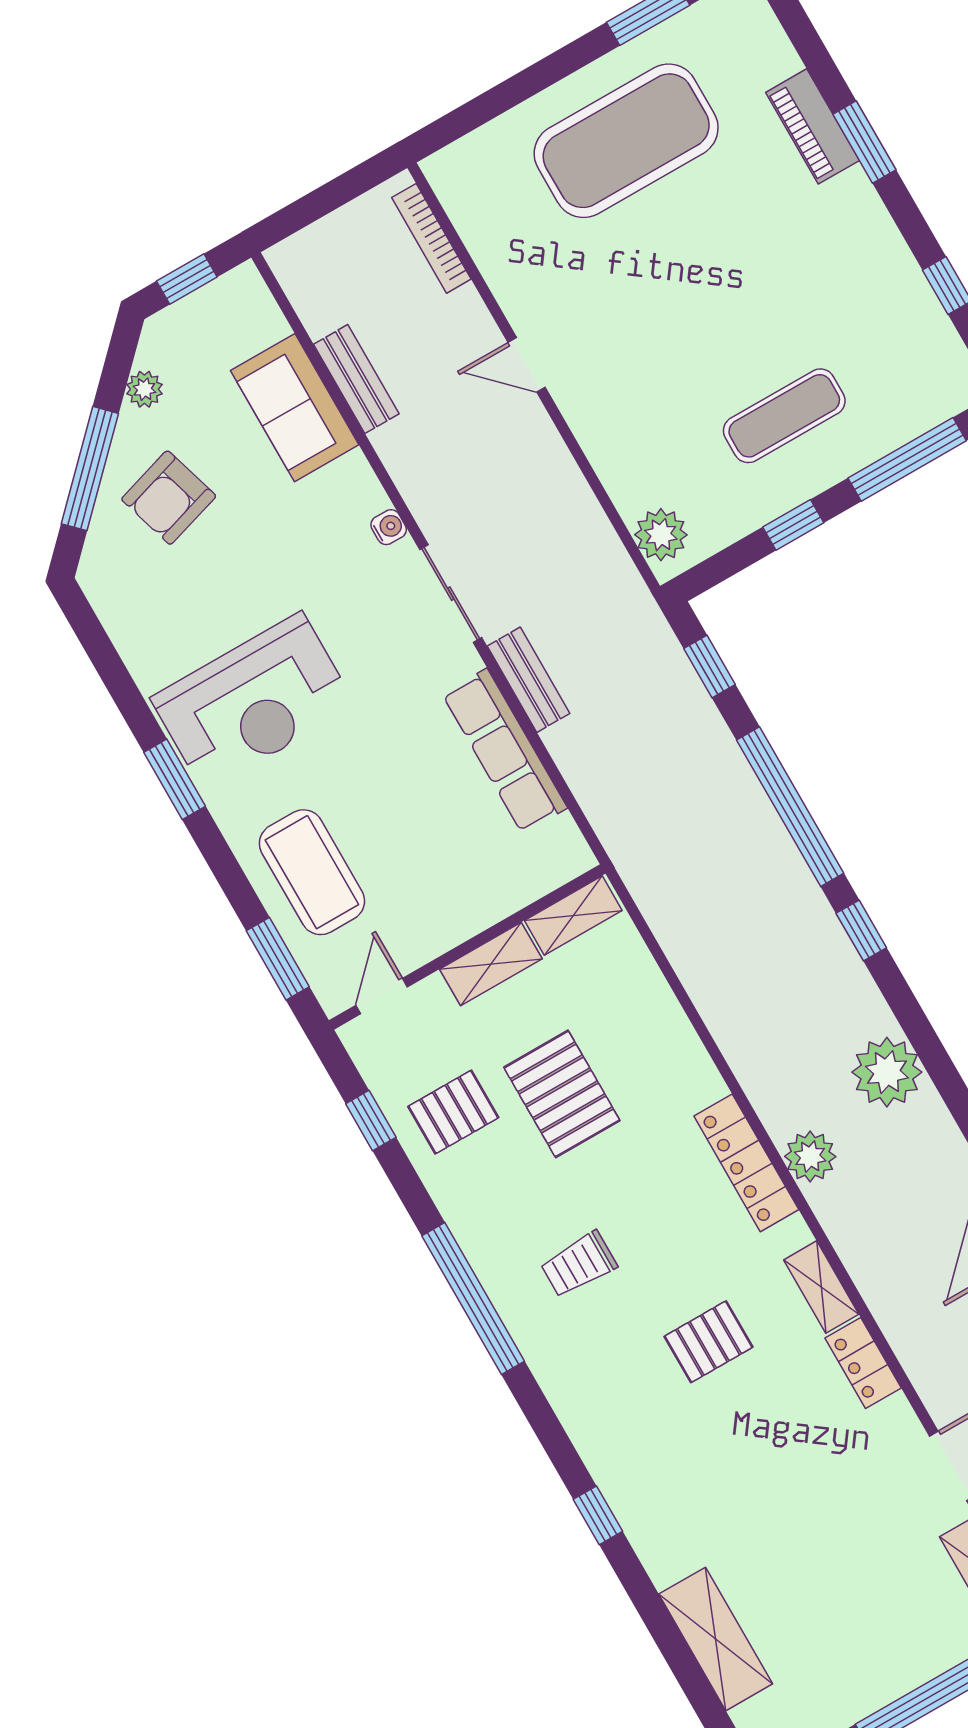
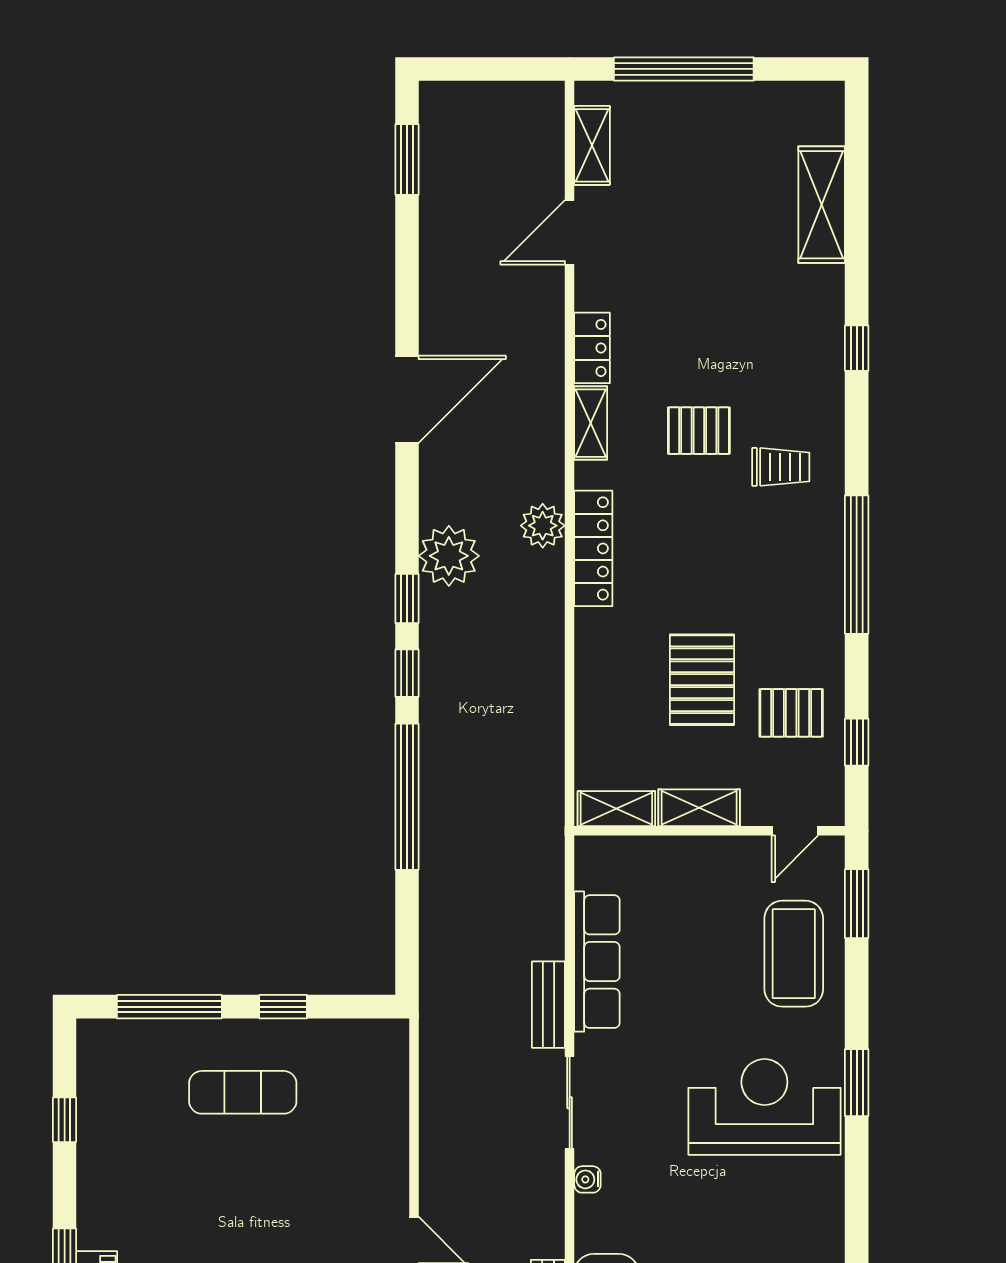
plant: (661, 535) -> (387, 1056), removed
window: (709, 666) -> (407, 599), moved
trolley: (579, 1264) -> (781, 467), moved

